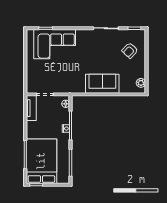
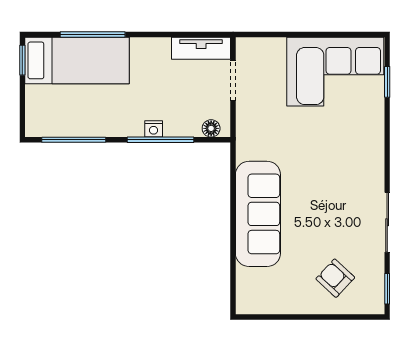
corner sofa: (55, 44) -> (335, 72), moved, turned -90
plant: (141, 83) -> (260, 304), removed
sofa: (102, 84) -> (258, 214), width x1.36
bed: (41, 161) -> (77, 60), width x0.67

